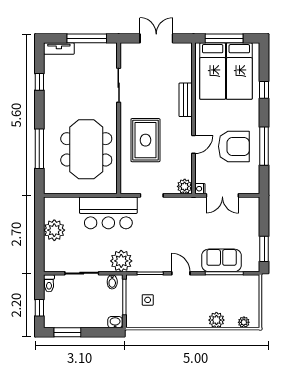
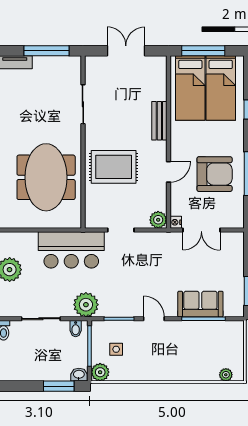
rug: (145, 140) -> (114, 167), turned 90
plant: (216, 320) -> (100, 372), moved
window: (67, 332) -> (59, 386), moved

